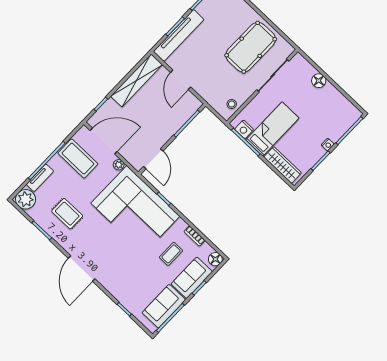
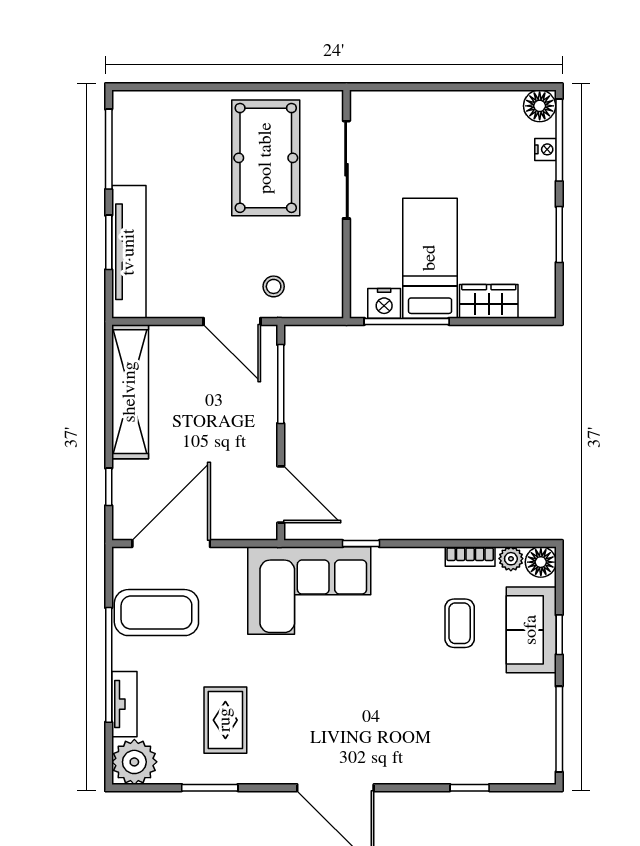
door: (181, 80) -> (232, 321), moved
floor lamp: (319, 81) -> (540, 106), moved
stool: (232, 104) -> (274, 286), moved
nightstand: (328, 145) -> (546, 149), moved
plant: (119, 165) -> (511, 559), moved
wardrobe: (283, 165) -> (489, 301), width x0.67
corner sofa: (135, 210) -> (309, 591), width x0.73, depth x0.74
rug: (67, 214) -> (225, 720), turned 90
sofa: (164, 306) -> (530, 720), removed

